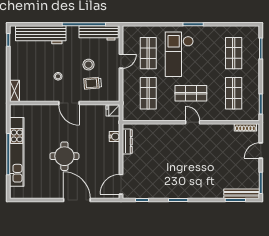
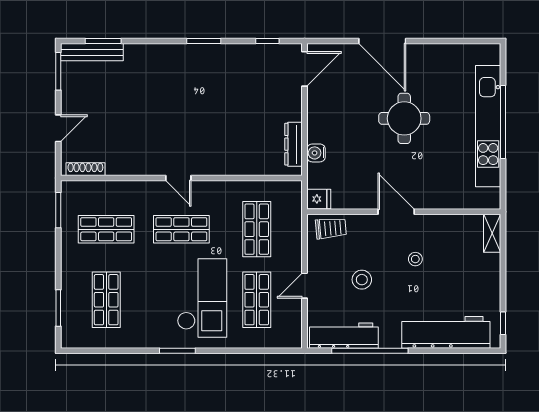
trolley: (93, 83) -> (331, 228), moved
shop shelf: (234, 93) -> (106, 229), turned 90

